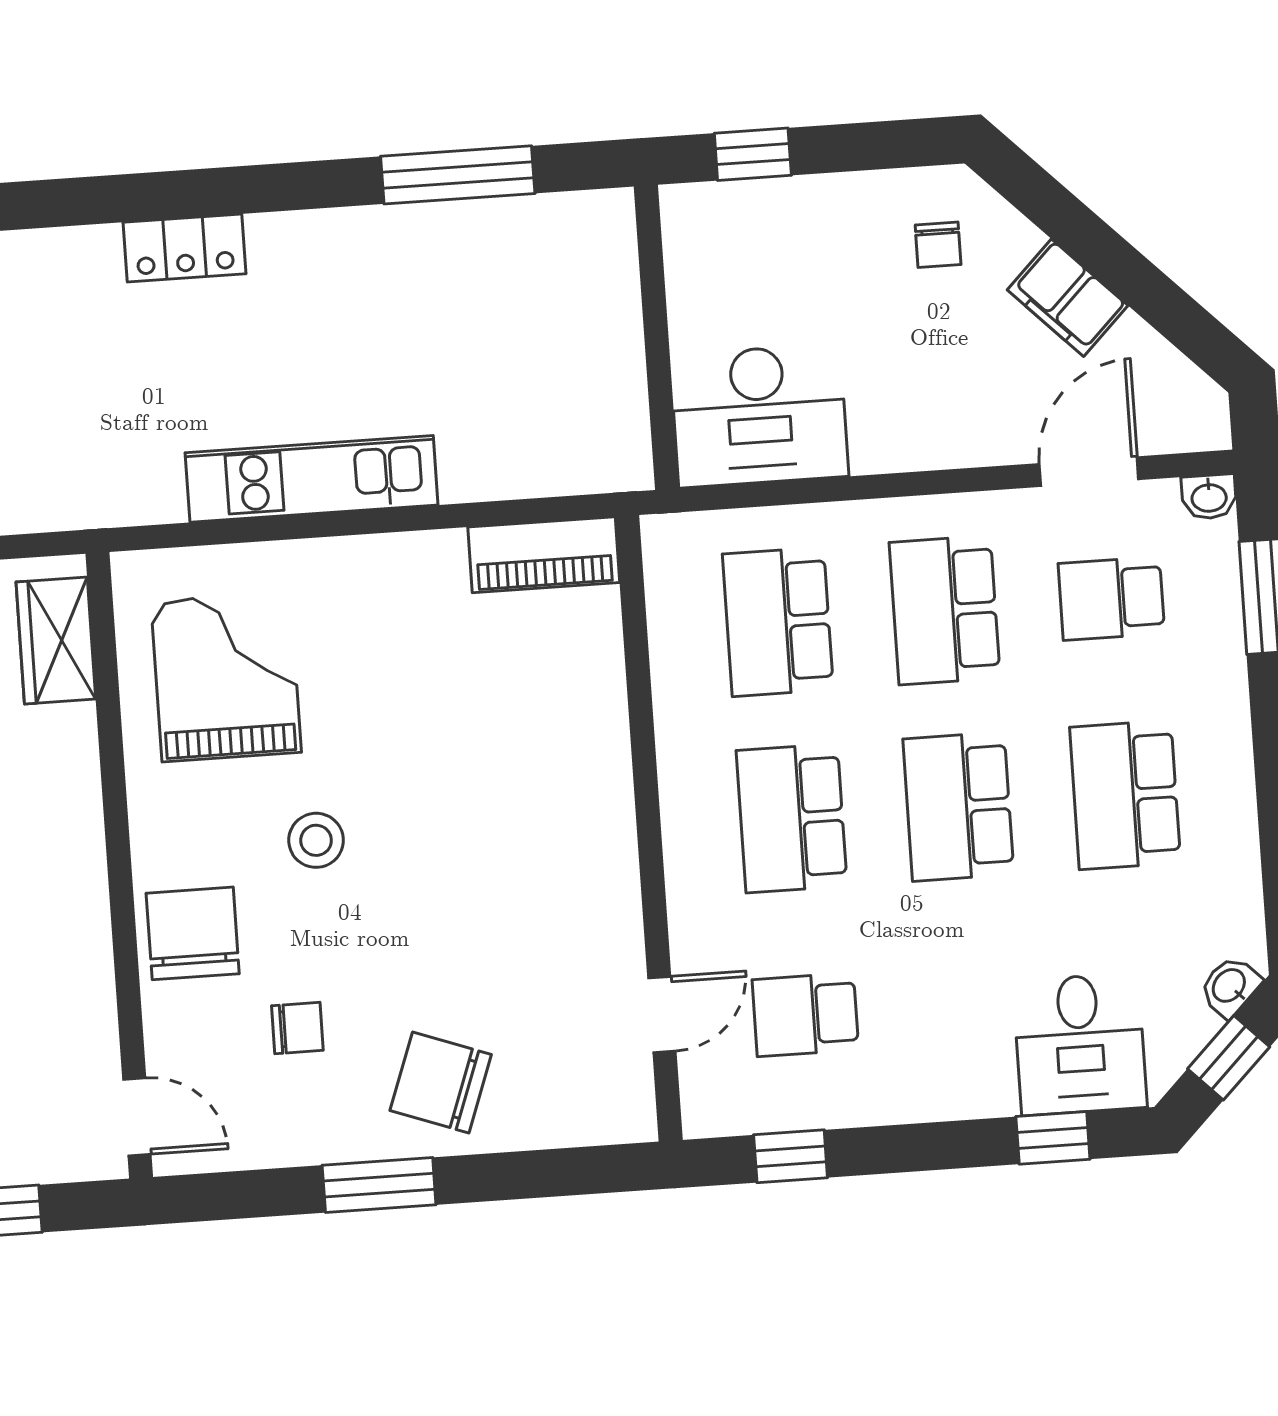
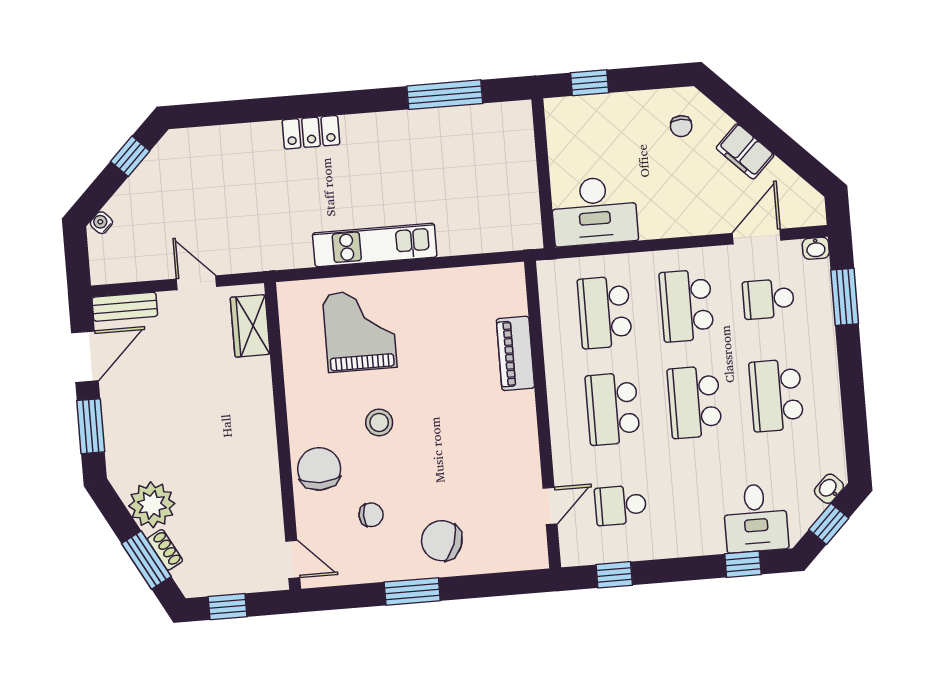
piano: (544, 555) -> (515, 353), moved, turned 90
grand piano: (226, 677) -> (360, 331), moved

